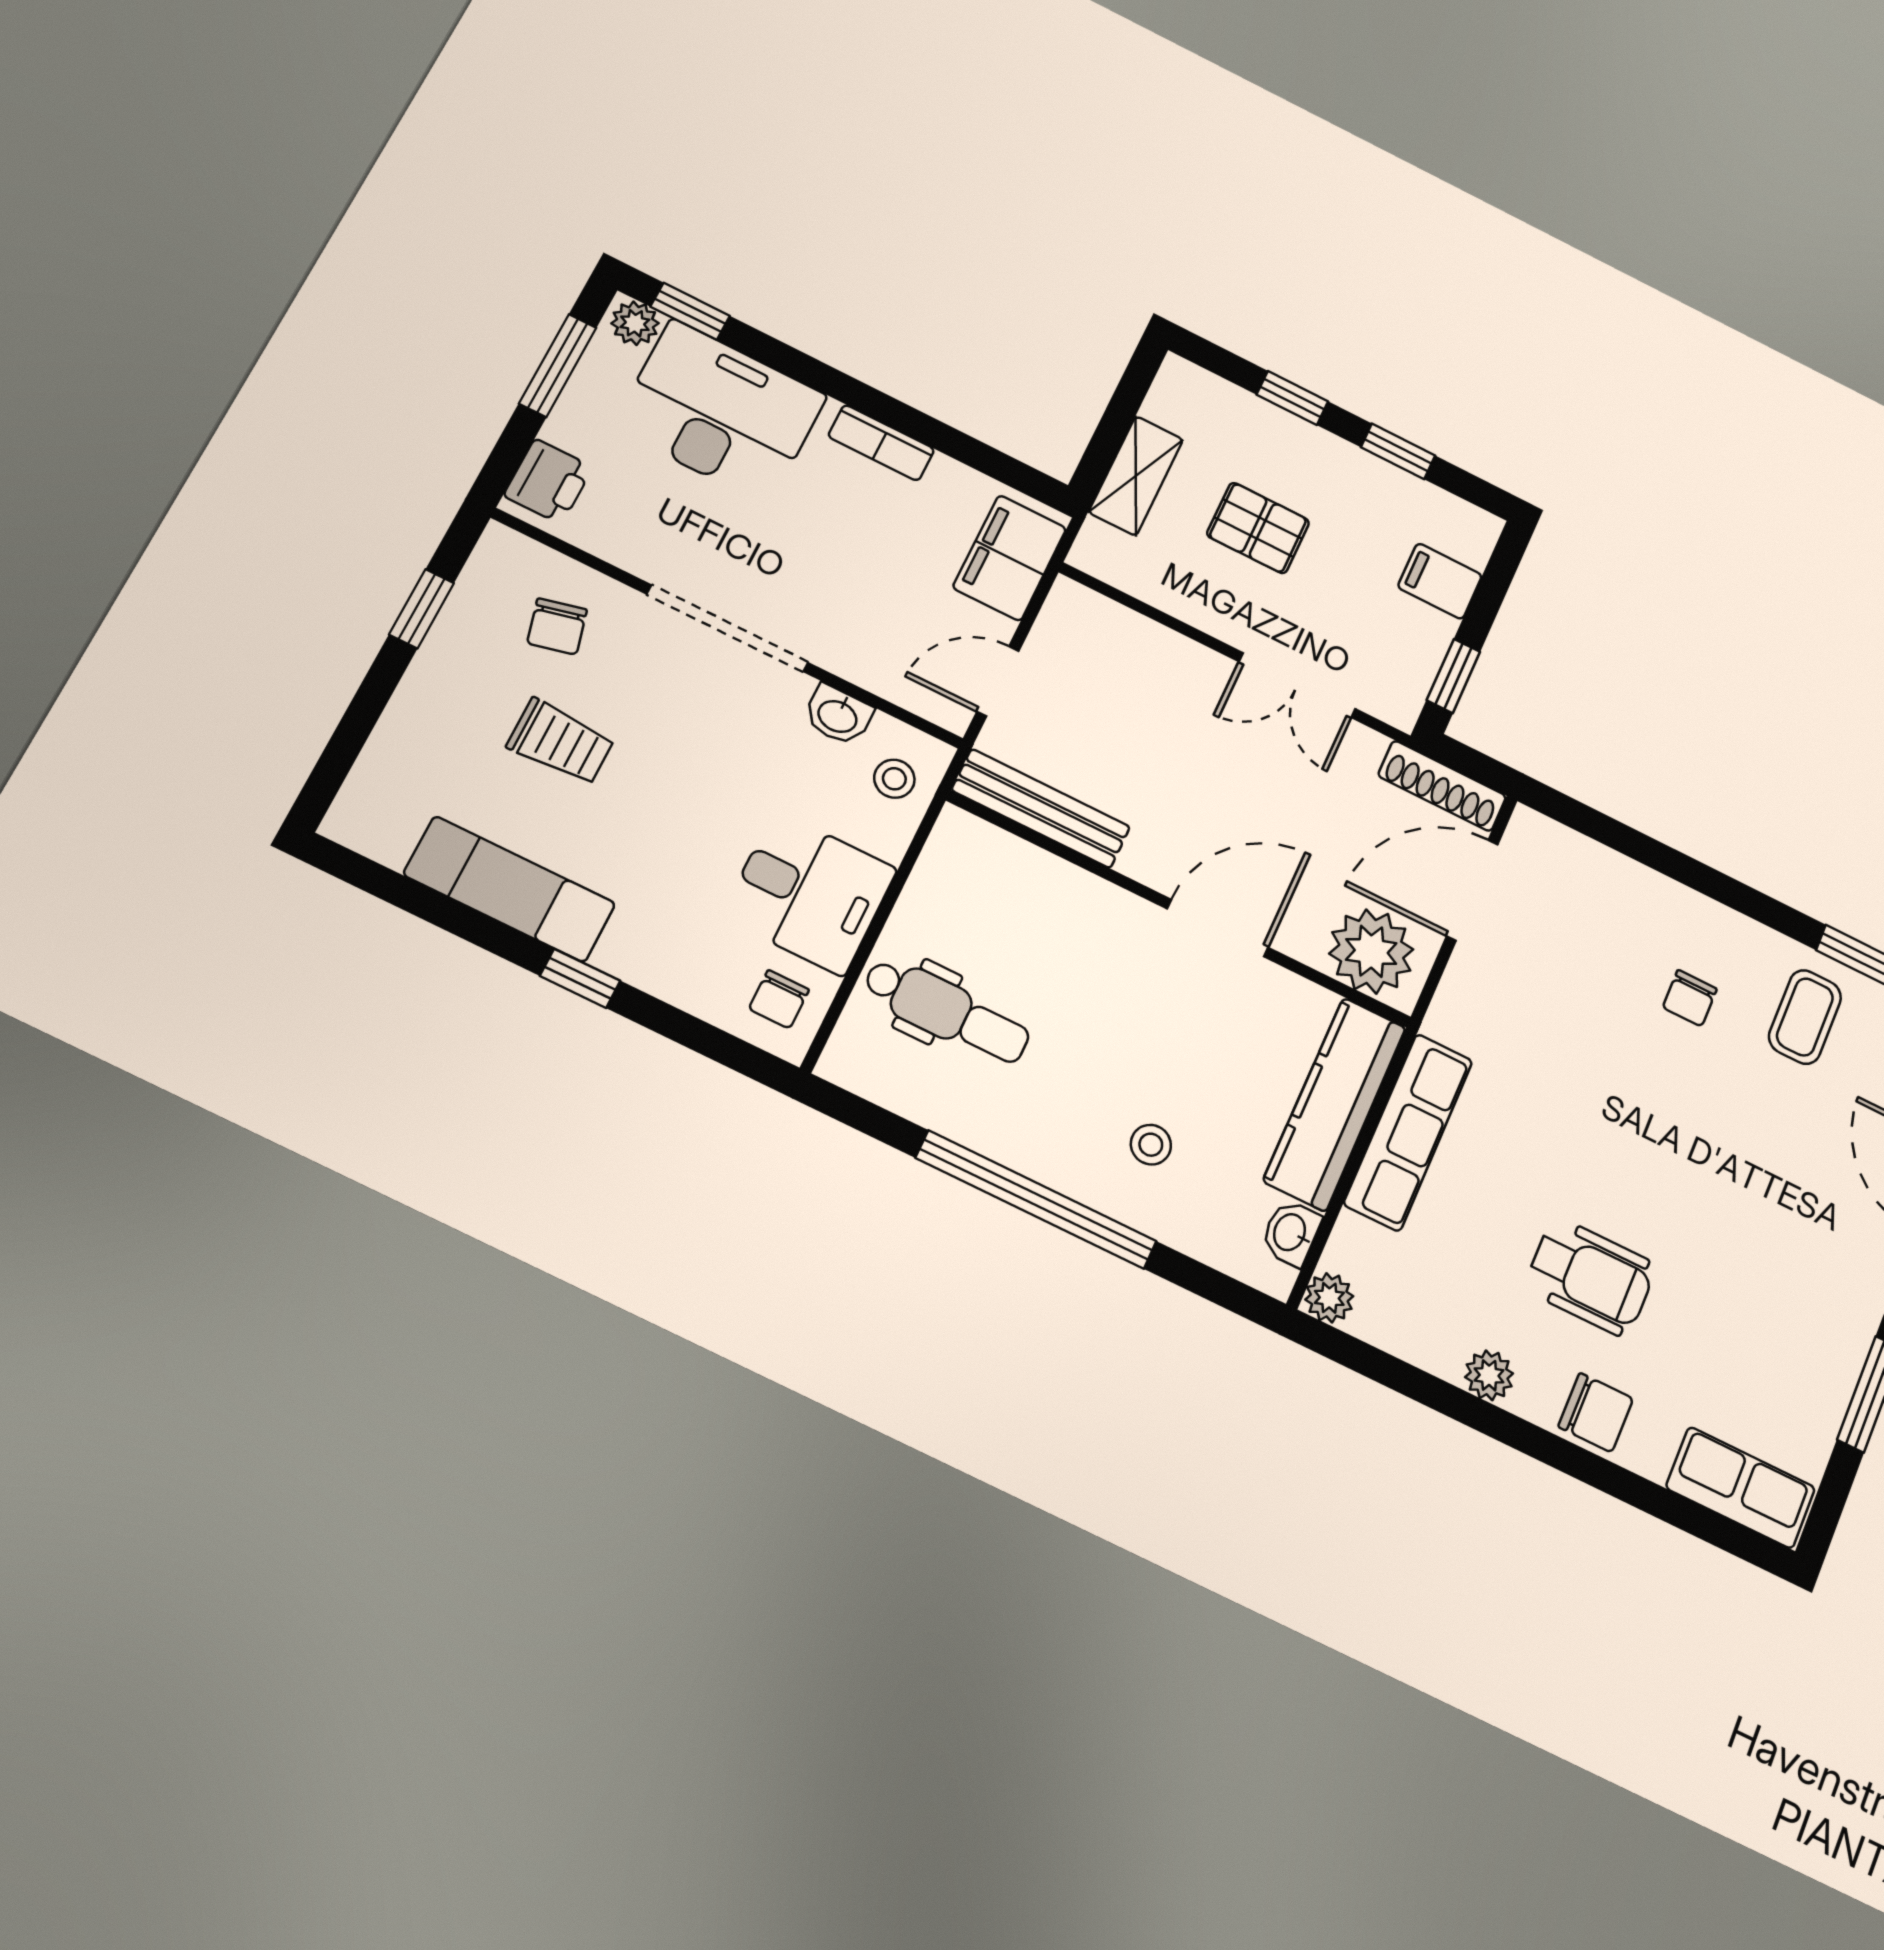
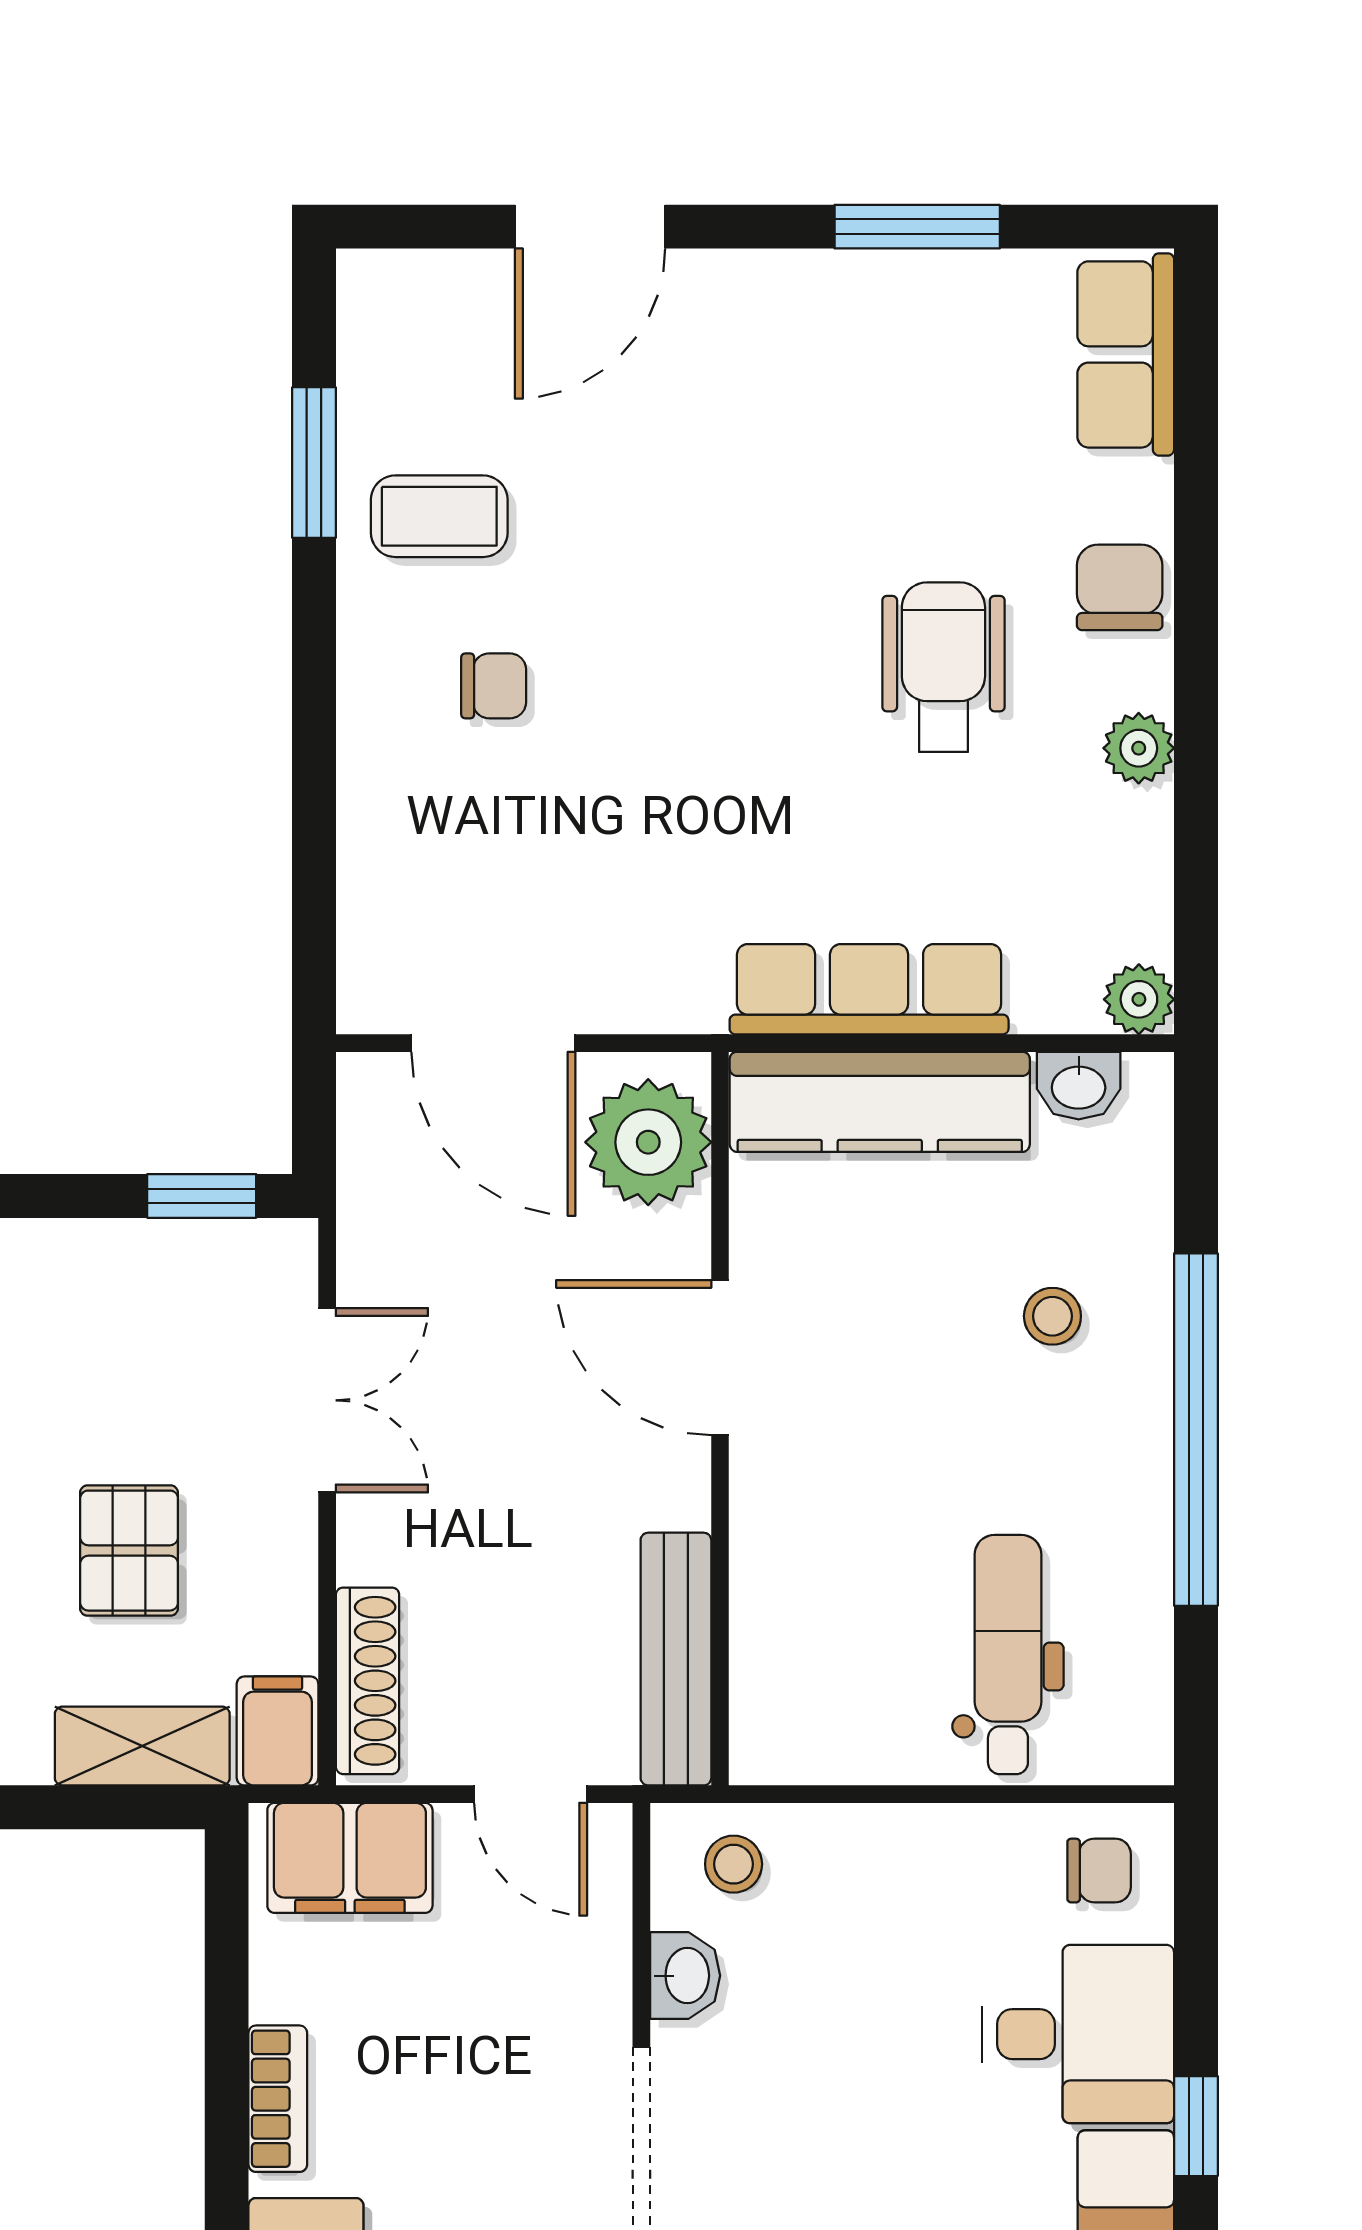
filing cabinet: (1440, 581) -> (278, 1731), moved, turned 180
shoe rack: (1442, 786) -> (368, 1681), moved
desk: (809, 893) -> (1078, 2034), moved, turned 90

